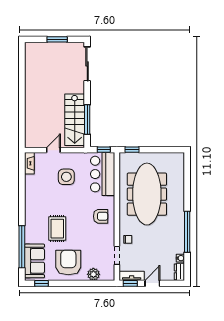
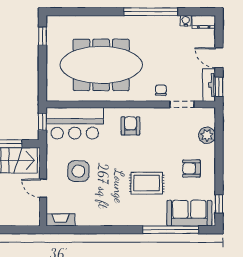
window: (132, 150) -> (42, 36), moved
armchair: (68, 263) -> (191, 168), width x0.53, depth x0.53

